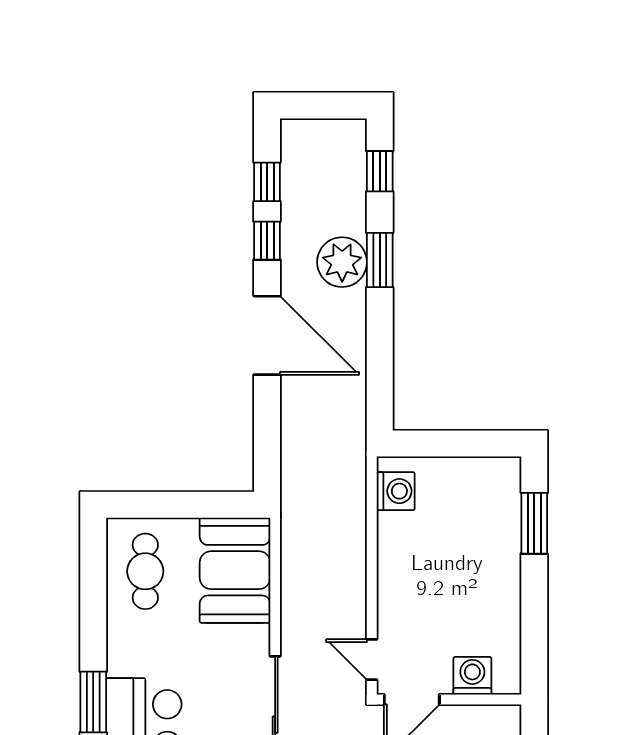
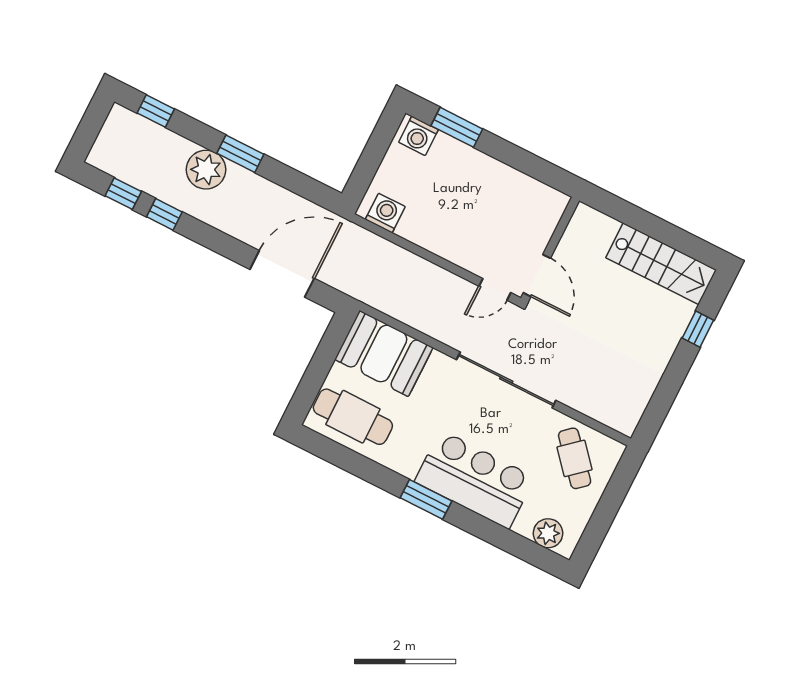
window: (380, 260) -> (240, 154), moved
door: (267, 335) -> (282, 274), moved
cafe table: (145, 571) -> (353, 417), width x1.37, depth x1.35
washing machine: (472, 676) -> (419, 136), moved, turned -90

